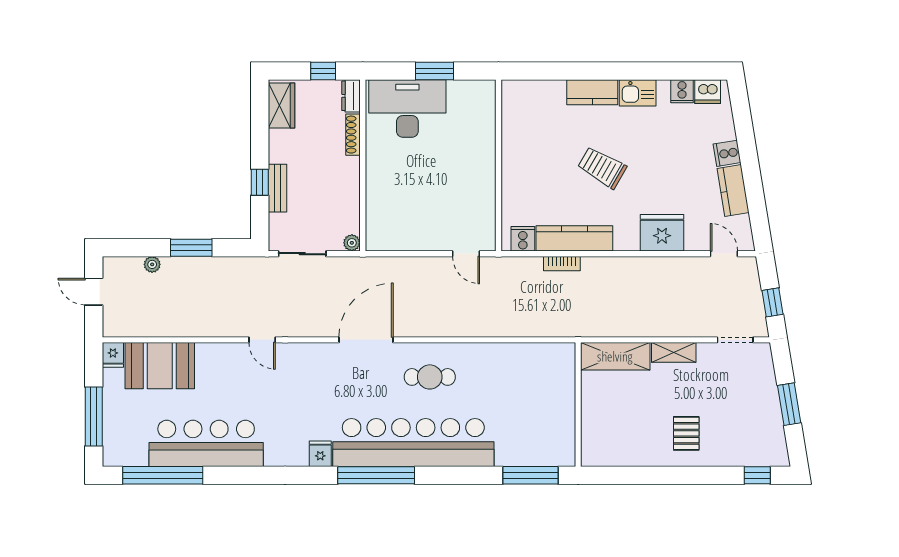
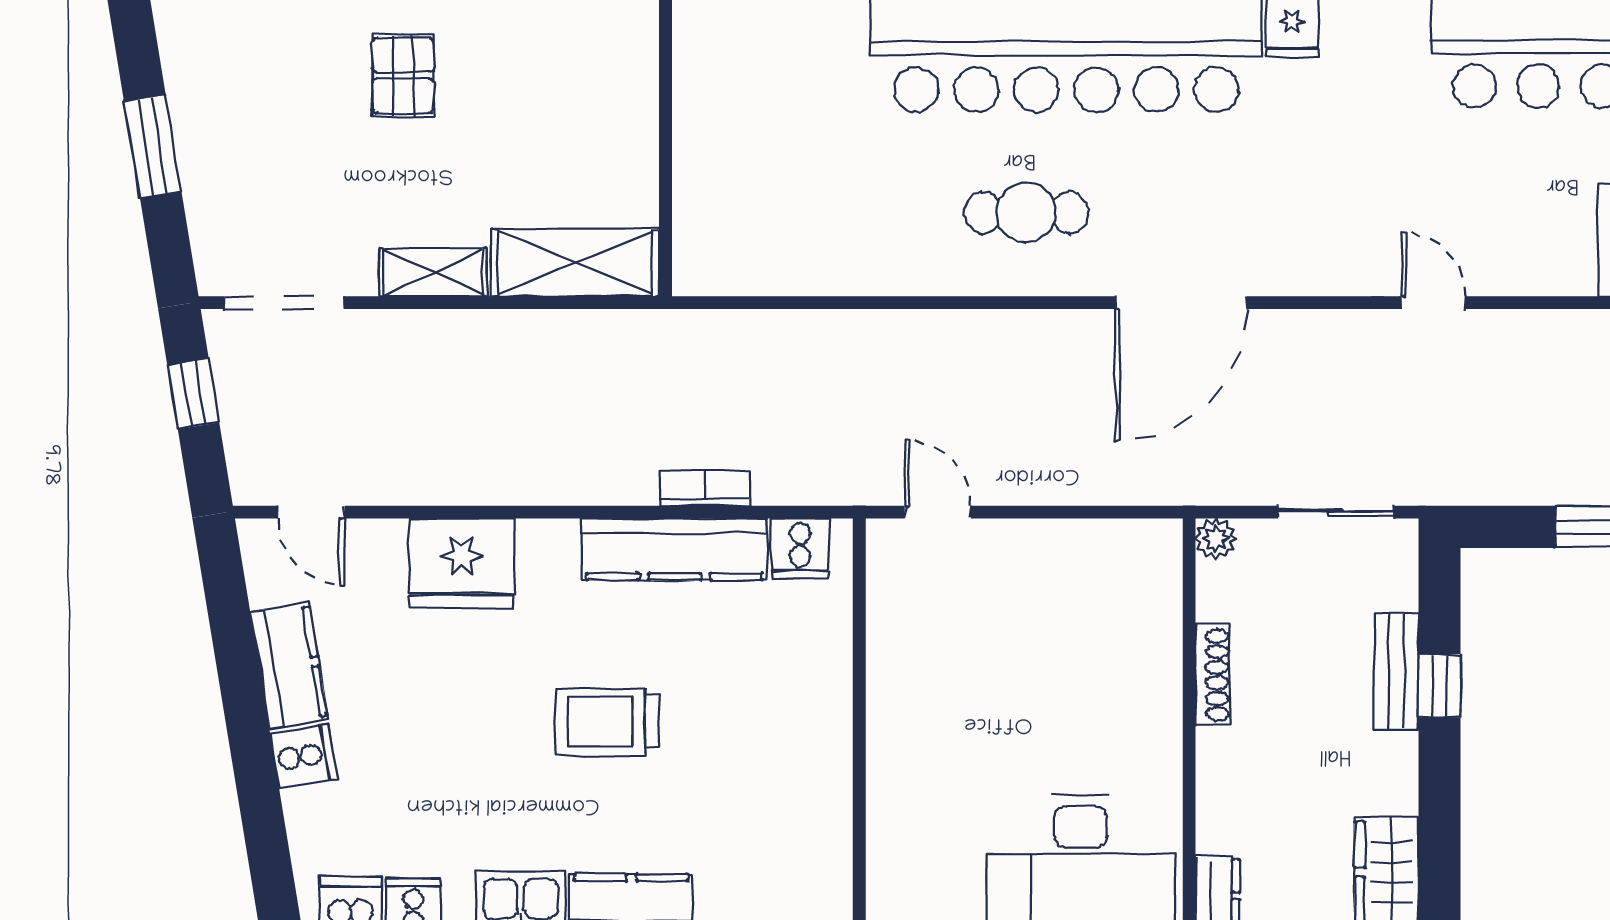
shoe rack: (353, 135) -> (1213, 675), moved
trolley: (602, 167) -> (607, 722), turned 150
doorway: (735, 340) -> (284, 303), width x1.38

